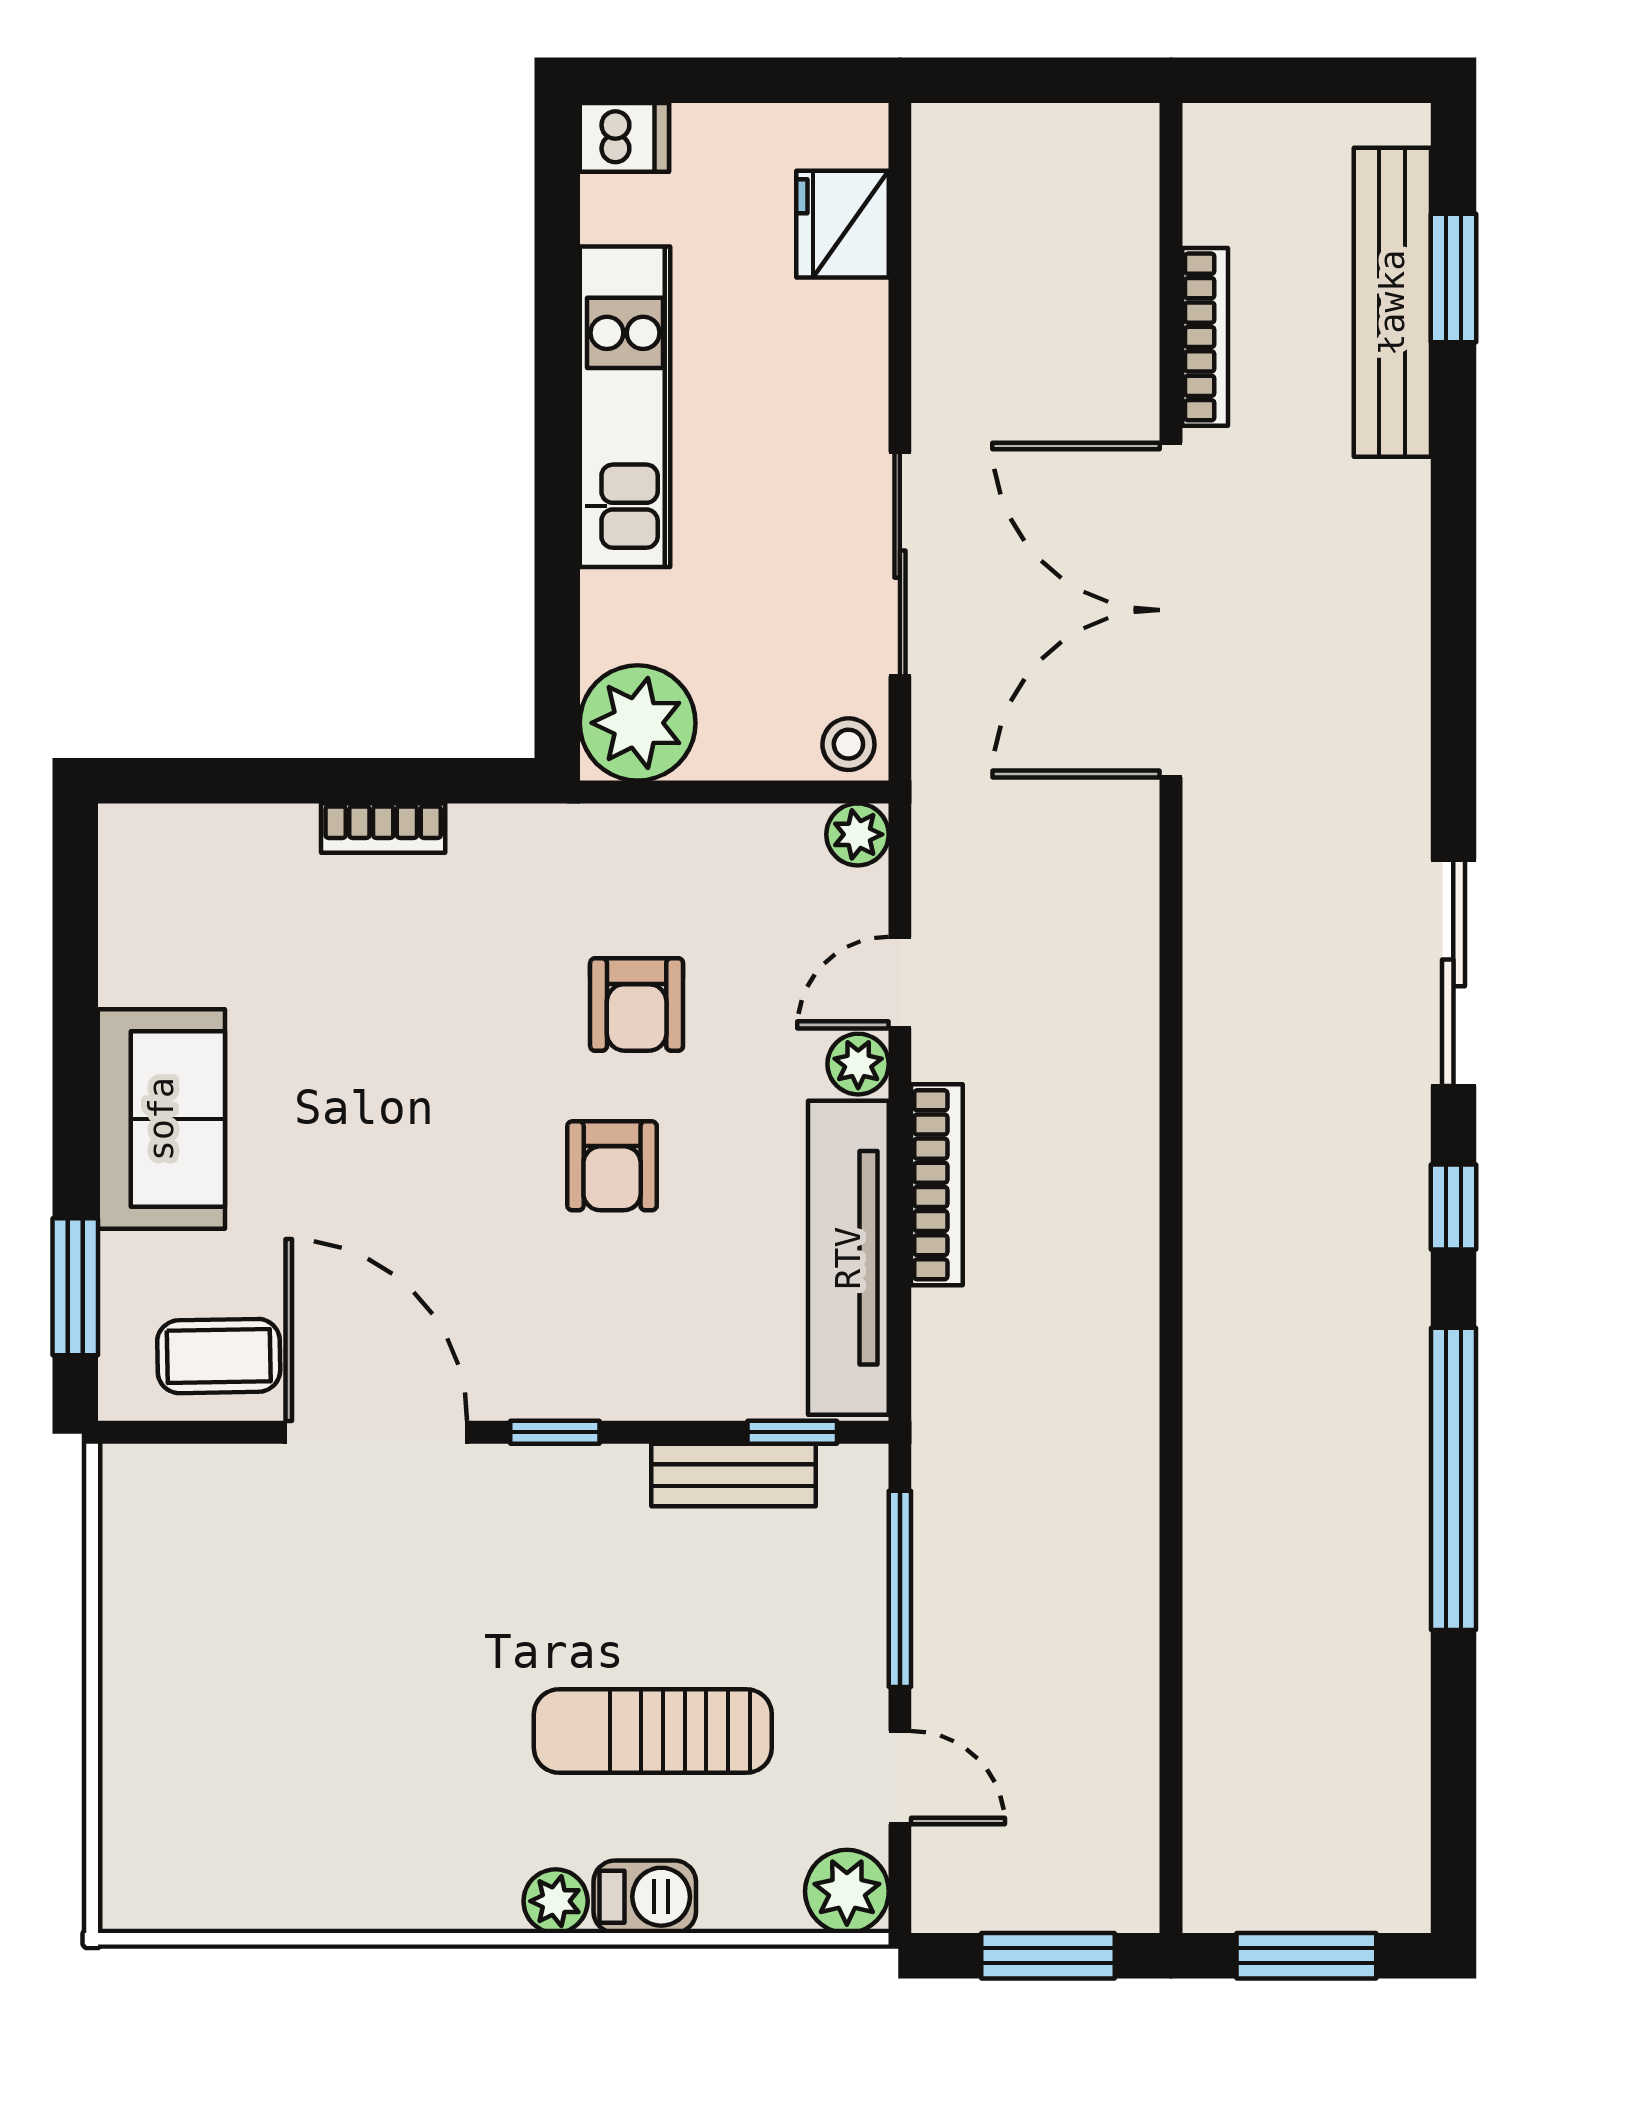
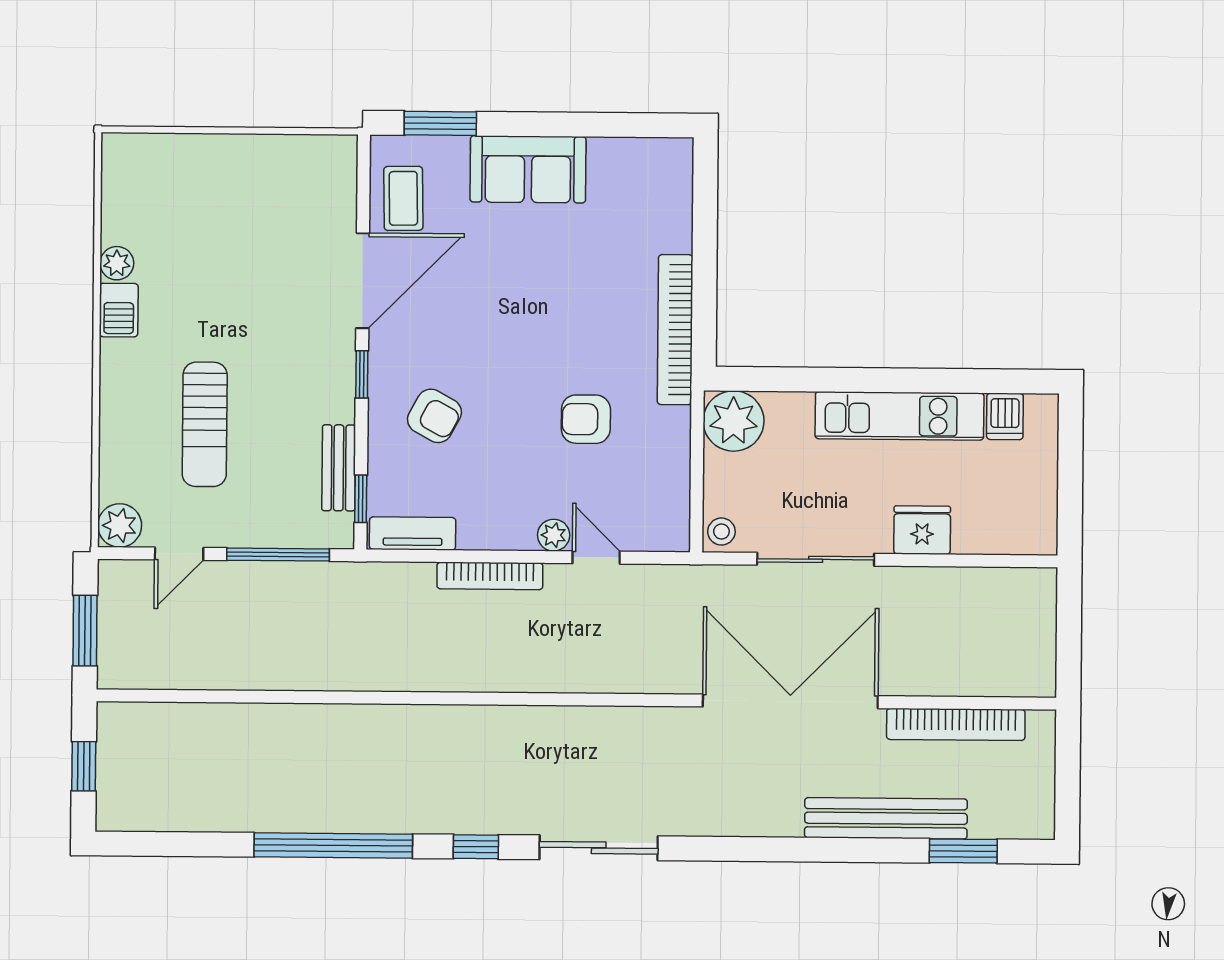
dishwasher: (624, 137) -> (1005, 416), moved
fridge: (842, 224) -> (922, 530), moved
bench: (1392, 302) -> (886, 818), moved
bookcase: (1205, 337) -> (956, 724), width x1.48, depth x1.31
bookcase: (383, 828) -> (675, 330), width x2.31, depth x1.31
plant: (858, 834) -> (674, 536), removed
armchair: (612, 1166) -> (434, 416), moved, turned -151
tv unit: (848, 1258) -> (413, 533), width x0.52, depth x0.78
sun lounger: (653, 1731) -> (205, 424), turned 180
barbecue: (645, 1897) -> (119, 310), moved
plant: (556, 1901) -> (117, 263), moved
window: (1306, 1956) -> (84, 766), width x0.67

